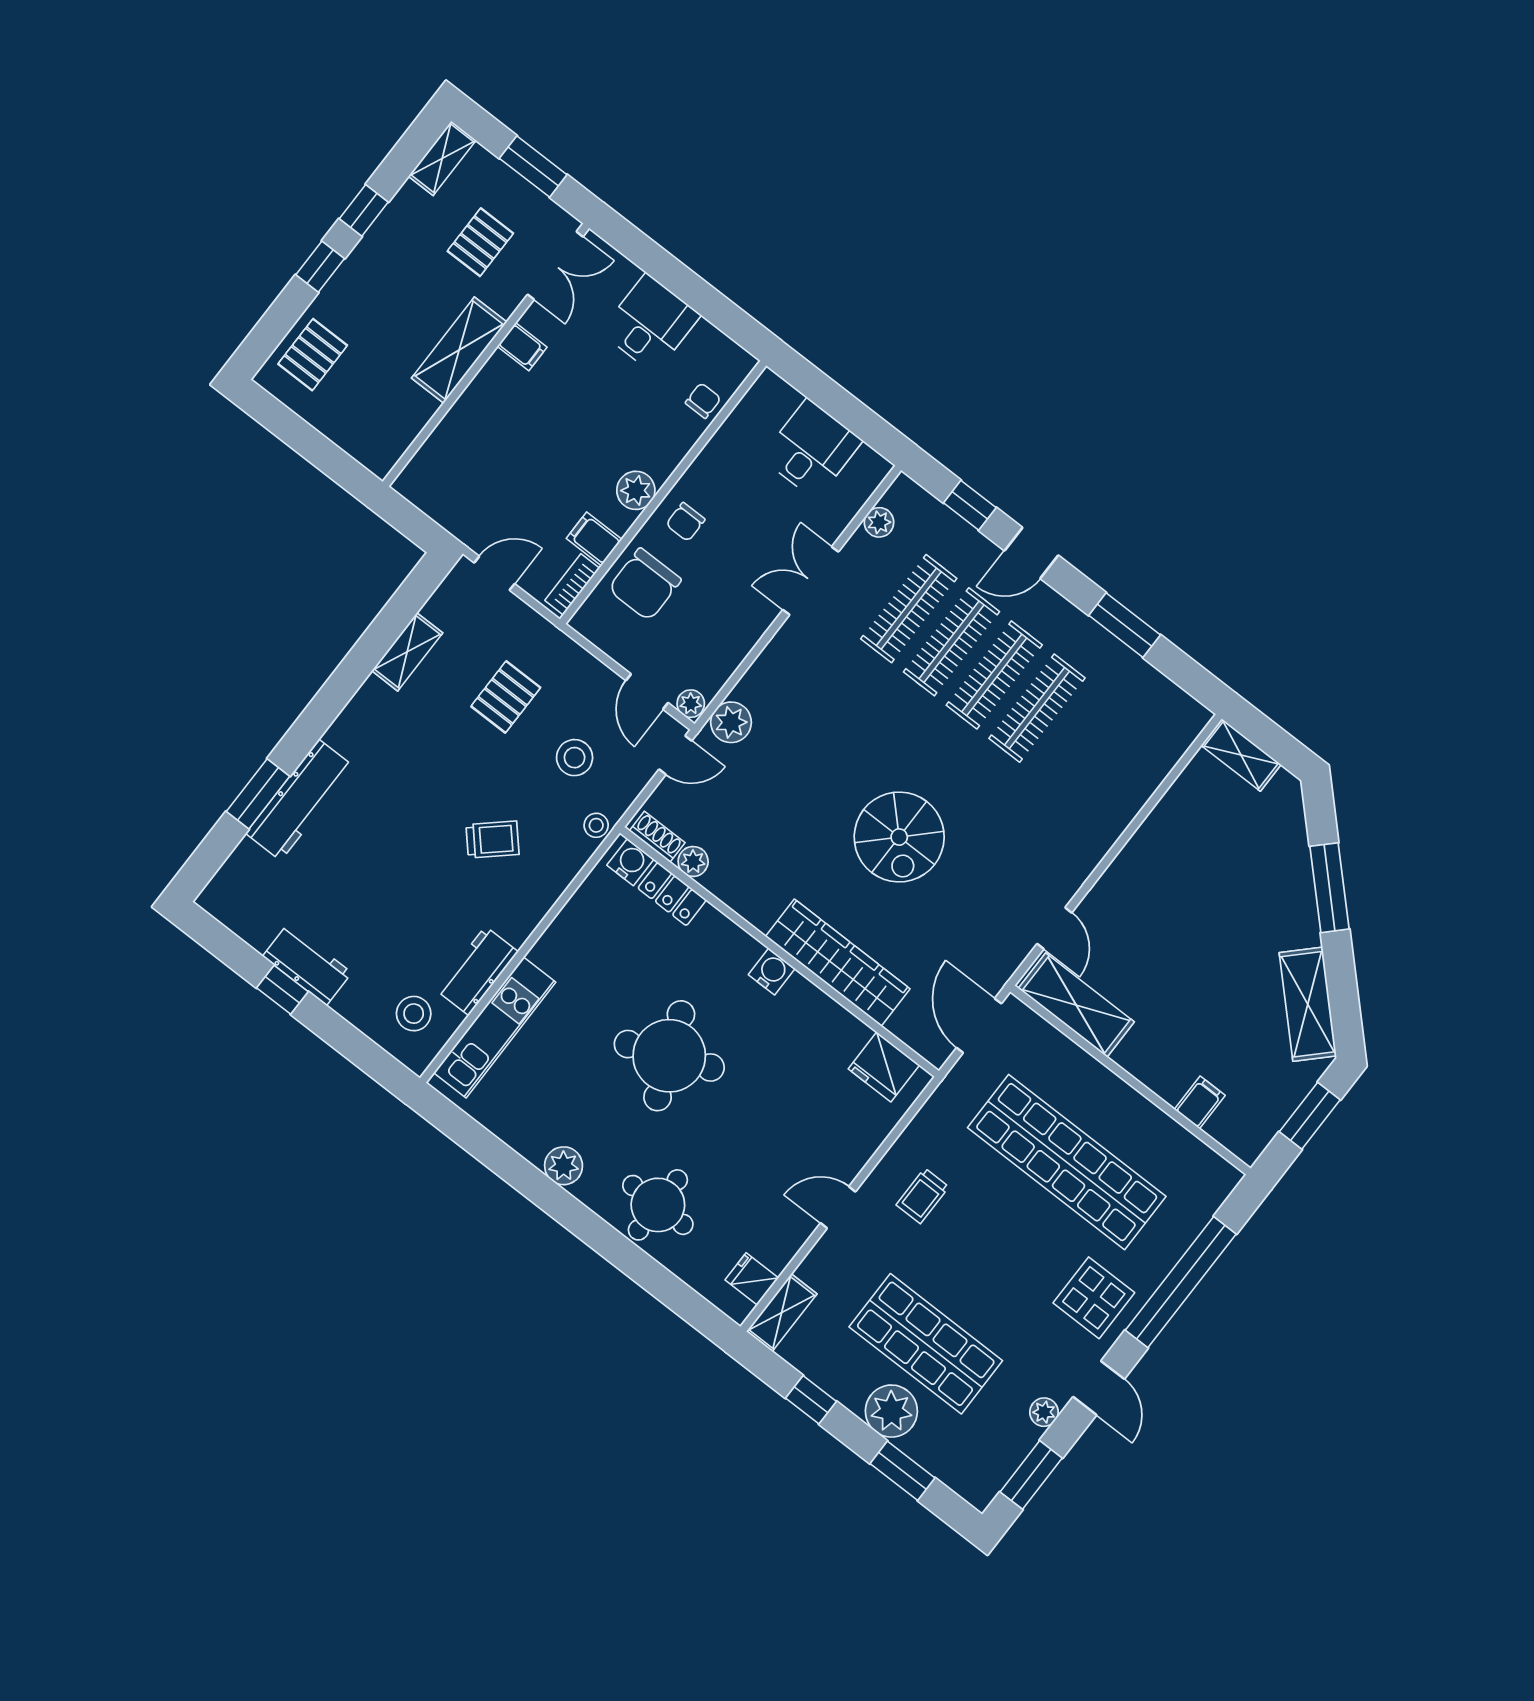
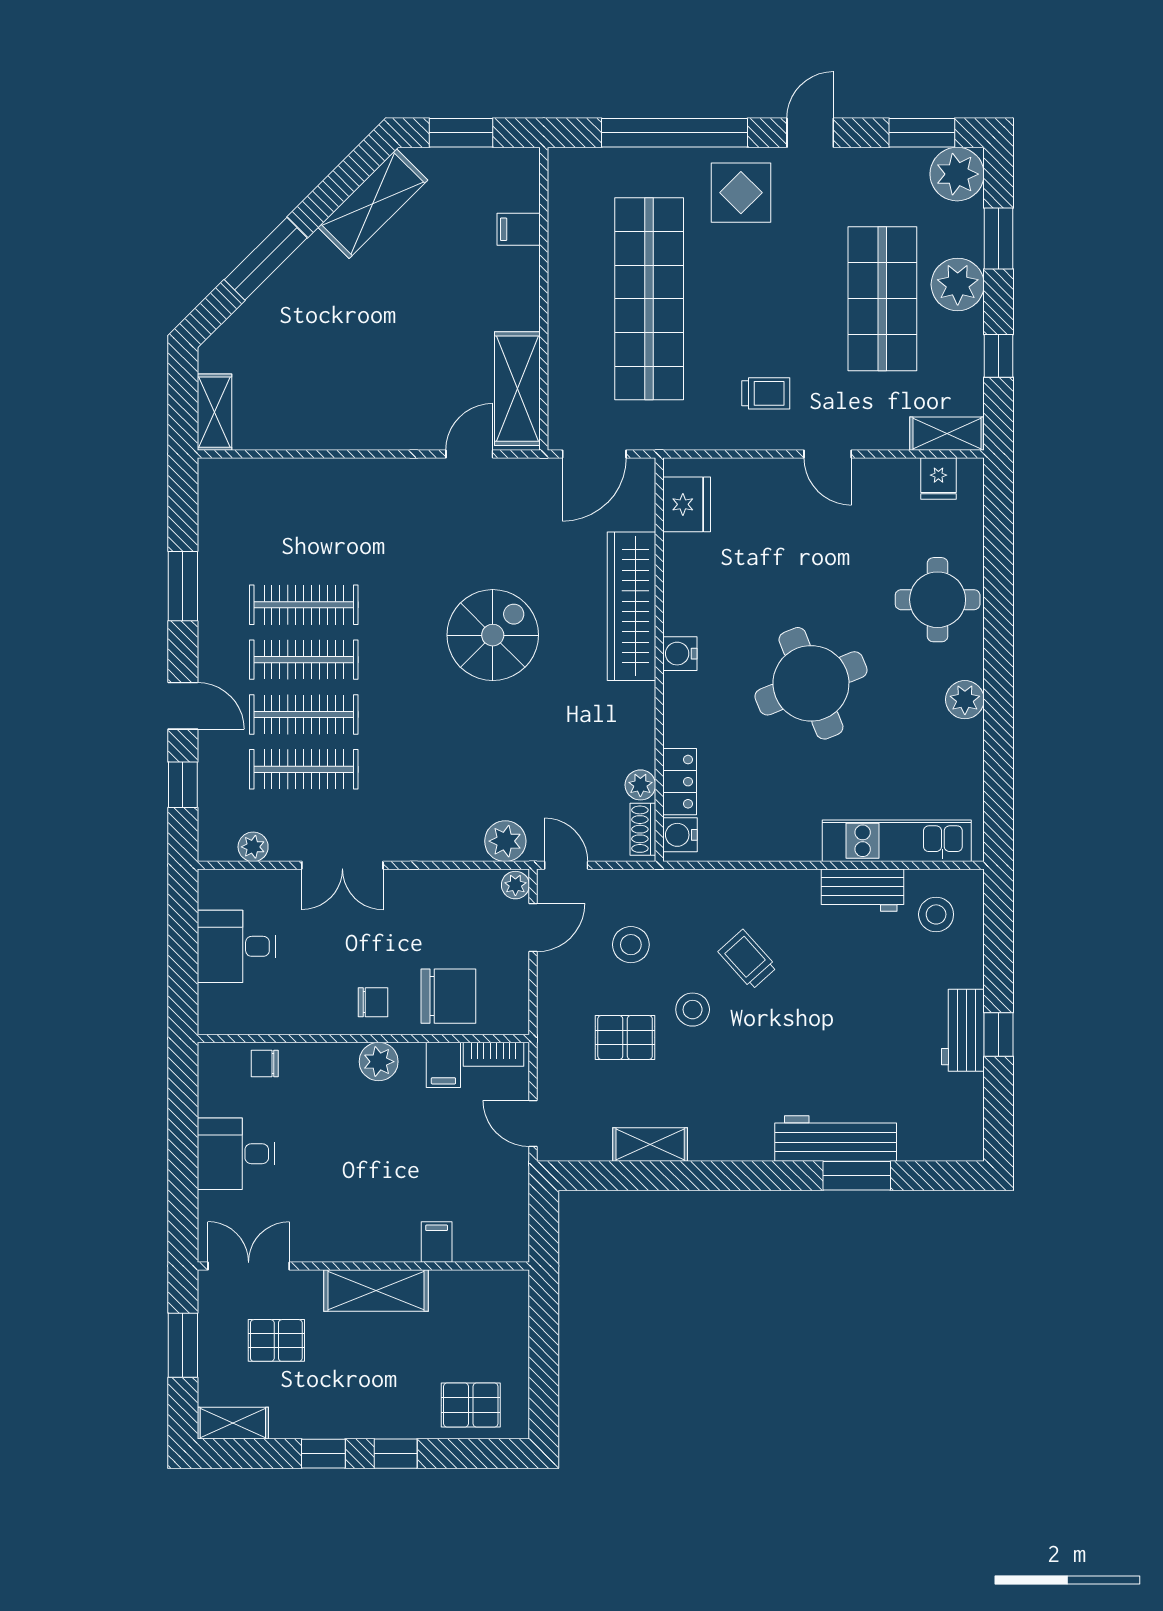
filing cabinet: (522, 347) -> (437, 1242), moved
stool: (596, 825) -> (693, 1010), moved, width x1.37, depth x1.37
plant: (1044, 1412) -> (957, 174), moved, width x1.87, depth x1.87

